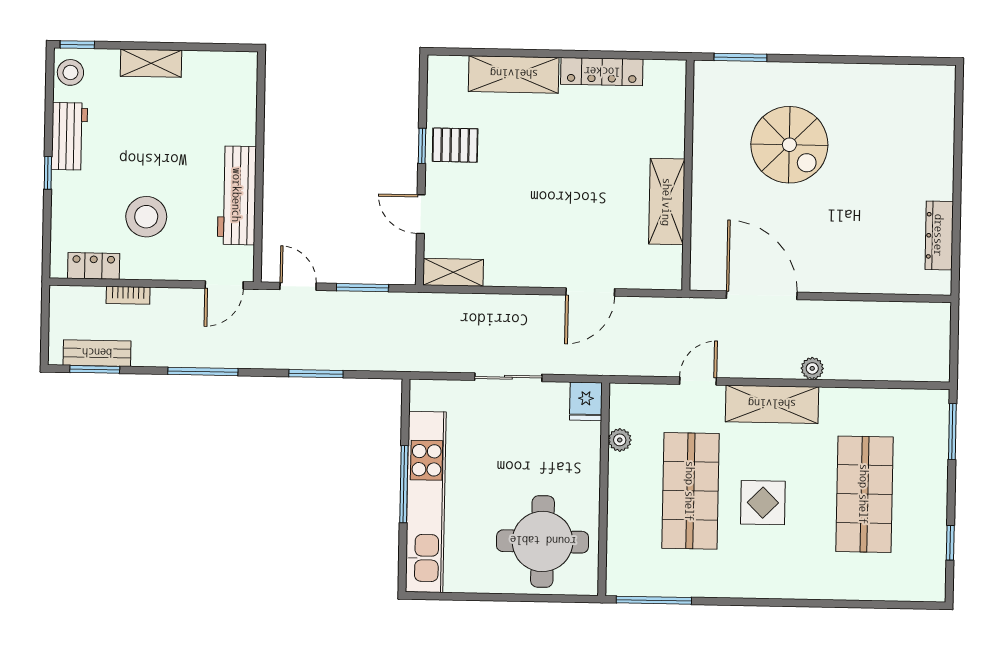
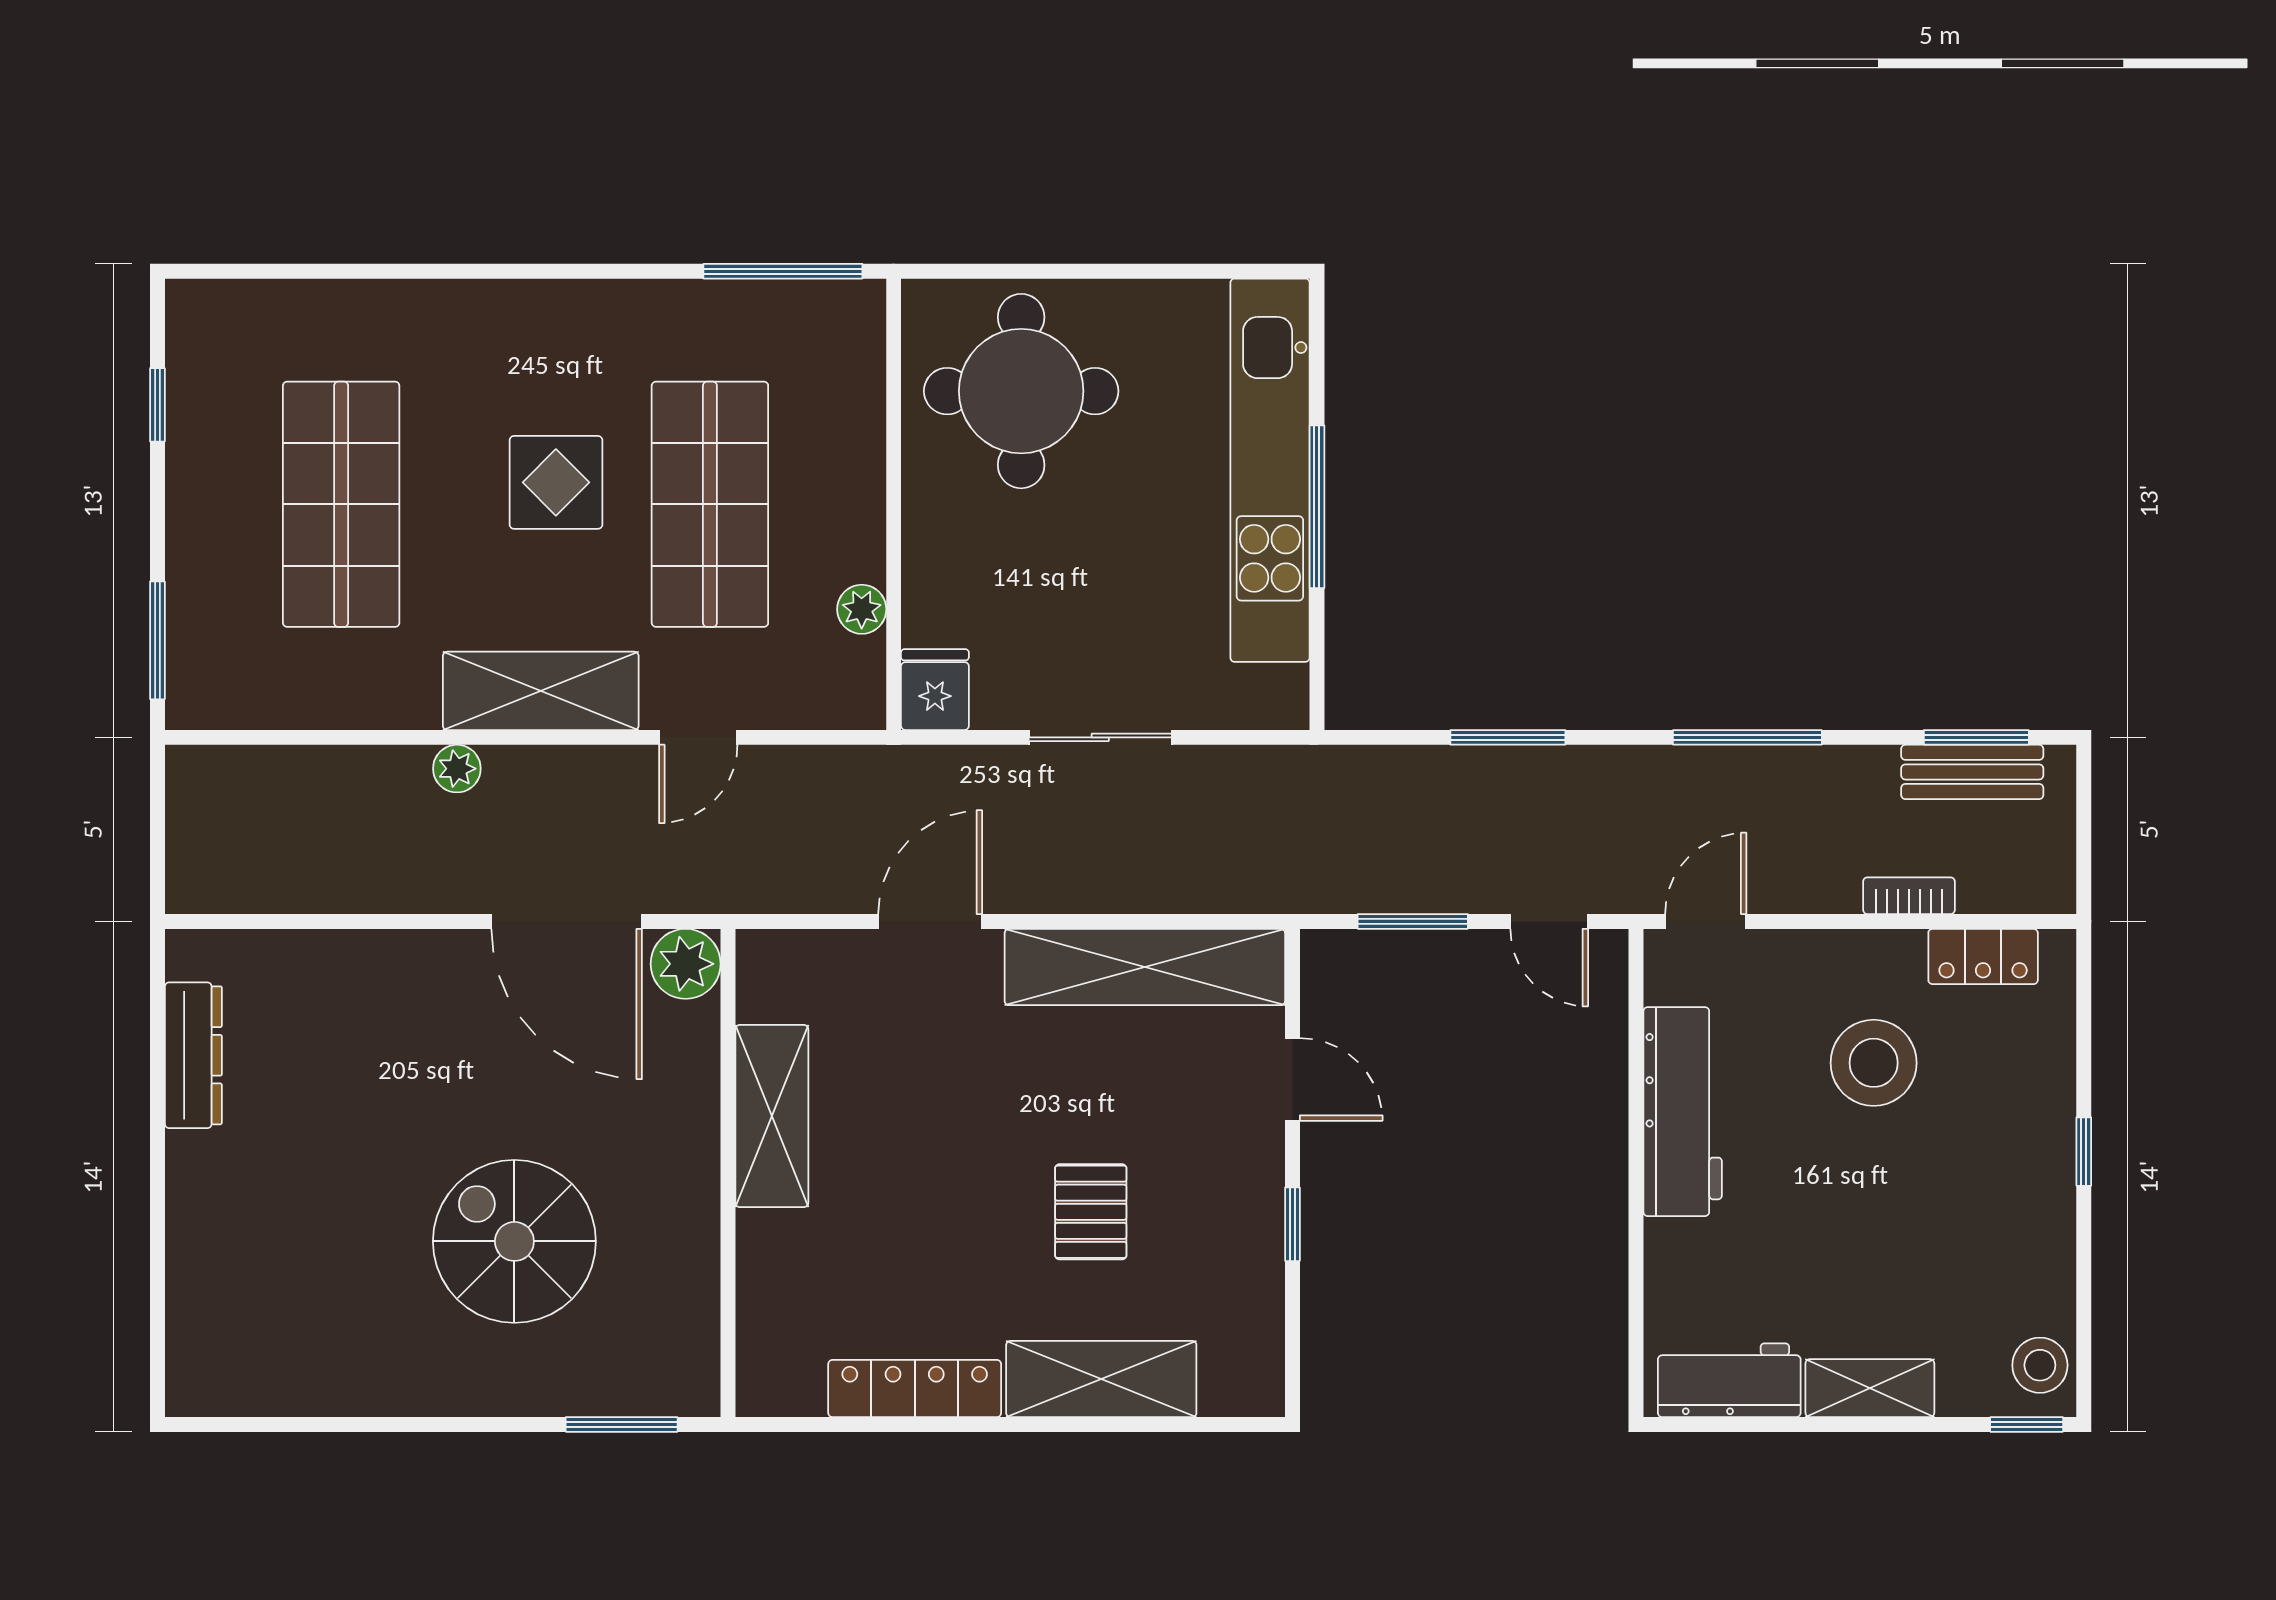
workbench: (69, 136) -> (1729, 1380), moved, turned 90
pallet: (455, 145) -> (1091, 1212), moved, turned 90
shelving: (453, 272) -> (1145, 967), width x2.20, depth x1.33
plant: (706, 274) -> (686, 964), added

